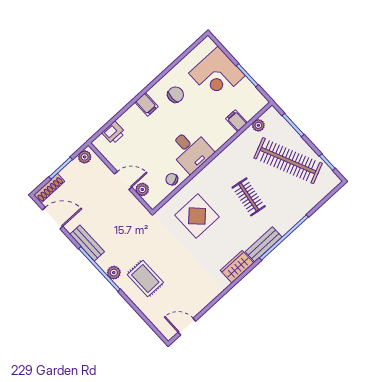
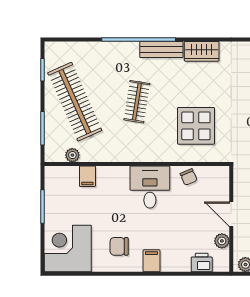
corner desk: (217, 74) -> (68, 249), moved, turned -90
plant: (142, 189) -> (222, 241), moved

